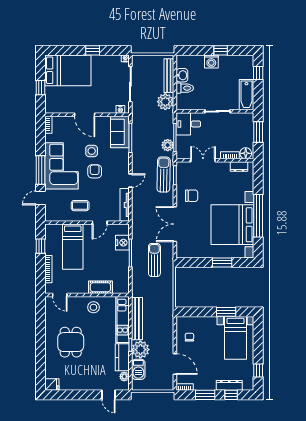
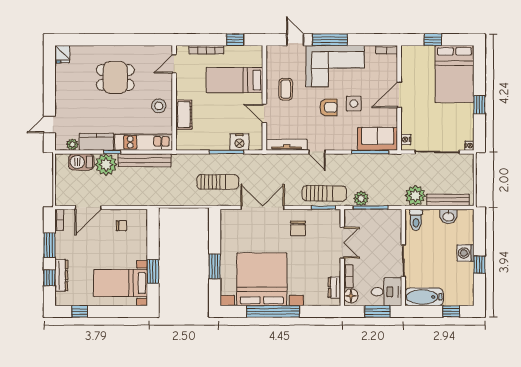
toilet: (185, 88) -> (416, 220), moved
desk: (188, 124) -> (387, 292), moved, turned 90

